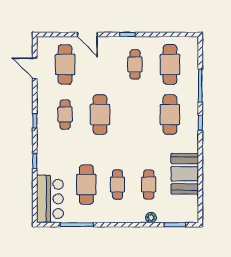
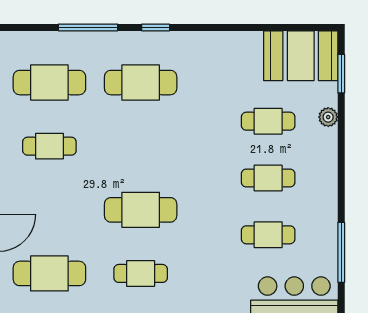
booth: (185, 174) -> (301, 56), moved
cafe table: (86, 185) -> (268, 235), width x0.73, depth x0.74

